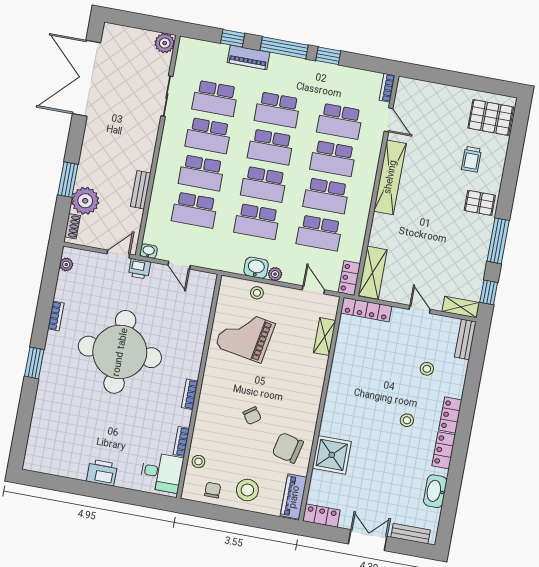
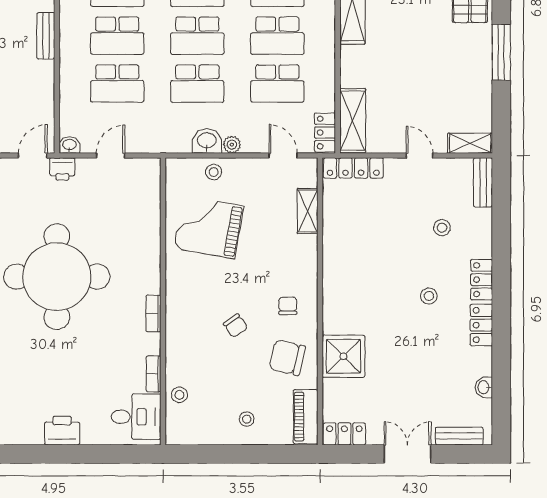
bench: (141, 190) -> (46, 36), moved
door: (179, 265) -> (111, 155), swing flipped
window: (489, 292) -> (501, 119), removed
chair: (213, 490) -> (288, 306), moved
stool: (247, 490) -> (247, 419), width x0.53, depth x0.53
washbasin: (435, 491) -> (484, 387), width x0.52, depth x0.69

